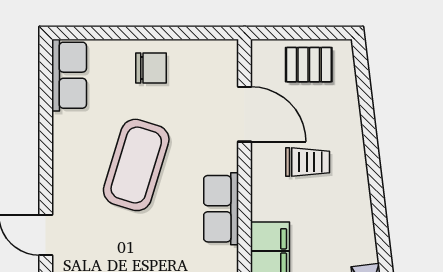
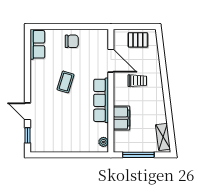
coffee table: (136, 165) -> (65, 82), width x0.54, depth x0.58
row of seats: (221, 209) -> (101, 100), width x1.48

